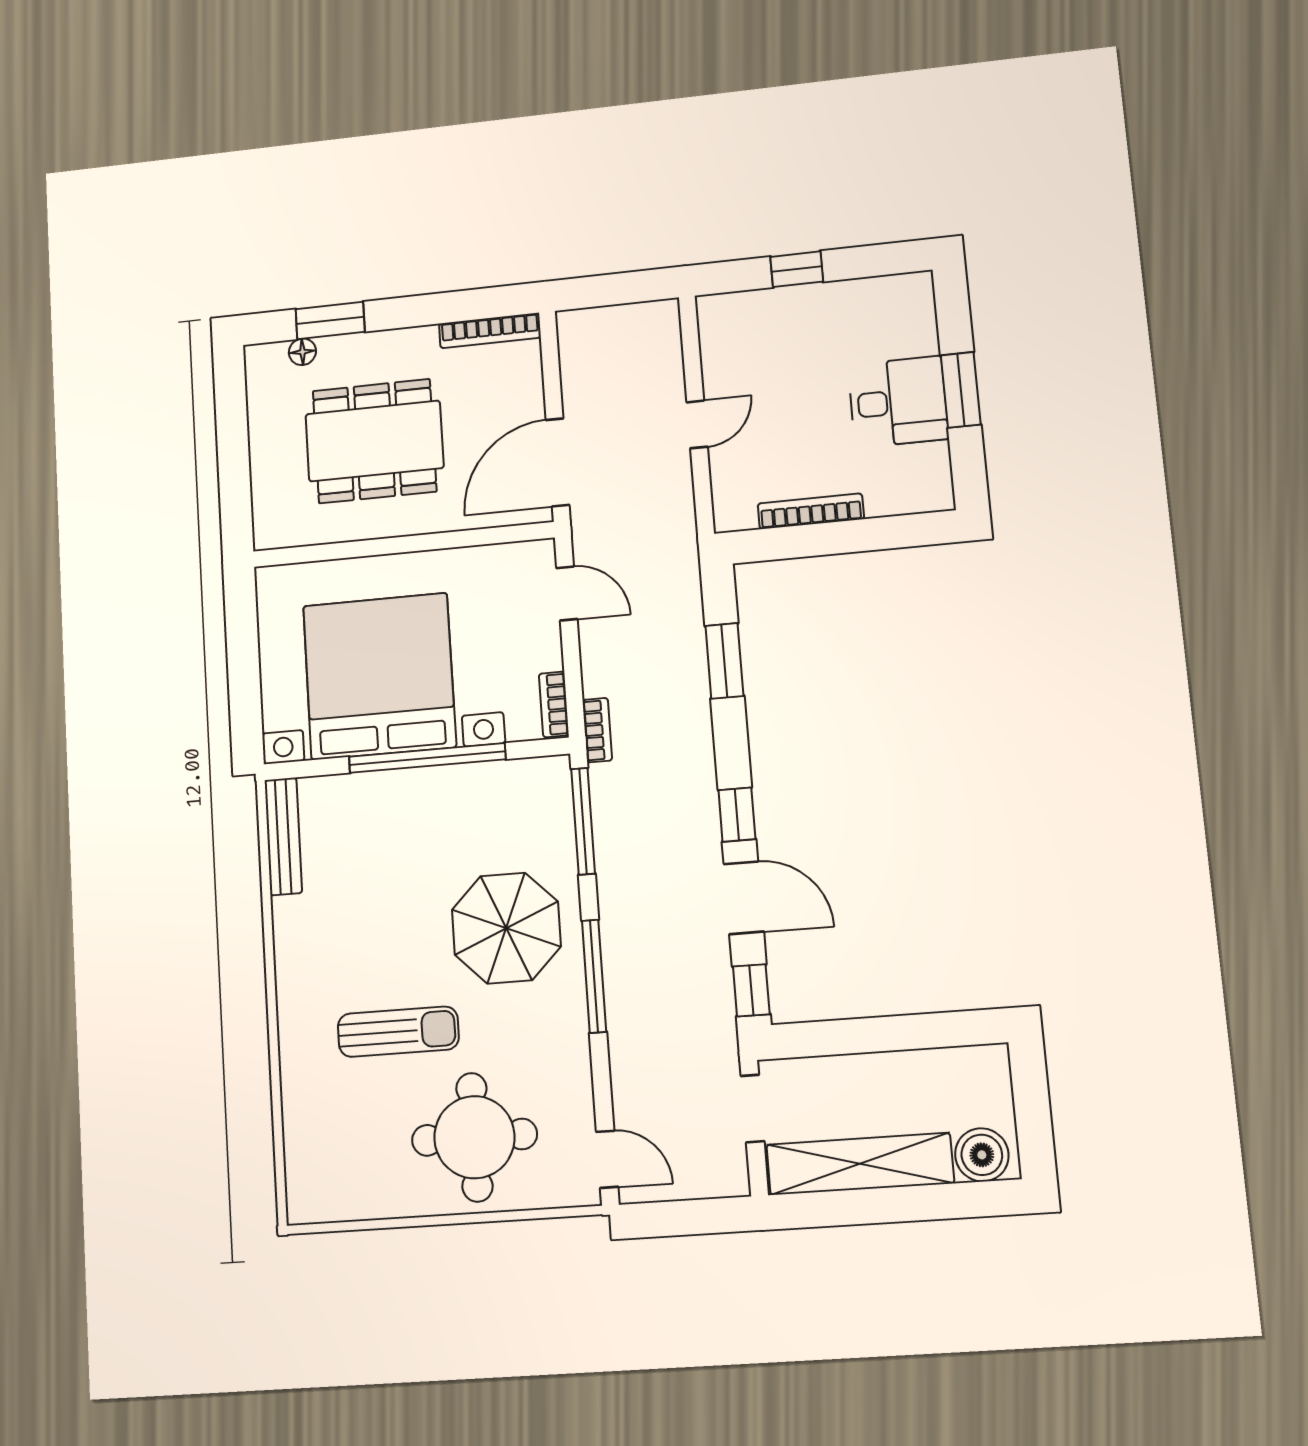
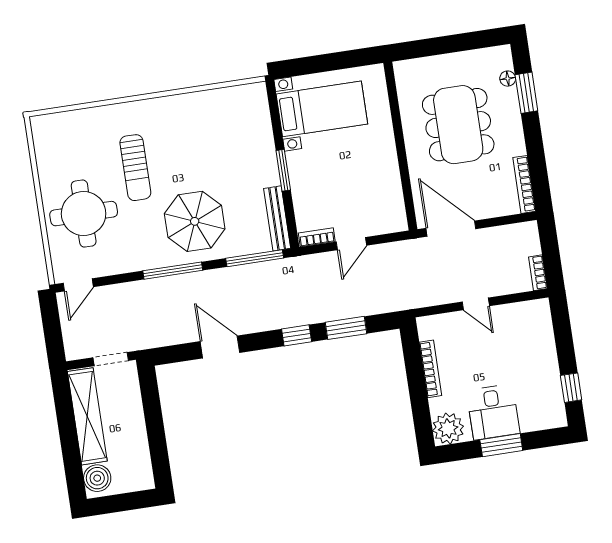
window: (797, 269) -> (571, 388), moved
plant: (924, 485) -> (448, 428), added
door: (567, 593) -> (351, 244), moved
bed with nightstands: (379, 676) -> (322, 109), width x0.54
bookcase: (597, 730) -> (538, 273), moved, turned 90
window: (427, 758) -> (283, 170), width x0.47
window: (737, 815) -> (297, 335), moved
bench: (283, 836) -> (277, 218), moved, turned 90
door: (744, 898) -> (220, 347), swing flipped
window: (751, 990) -> (172, 354), removed

